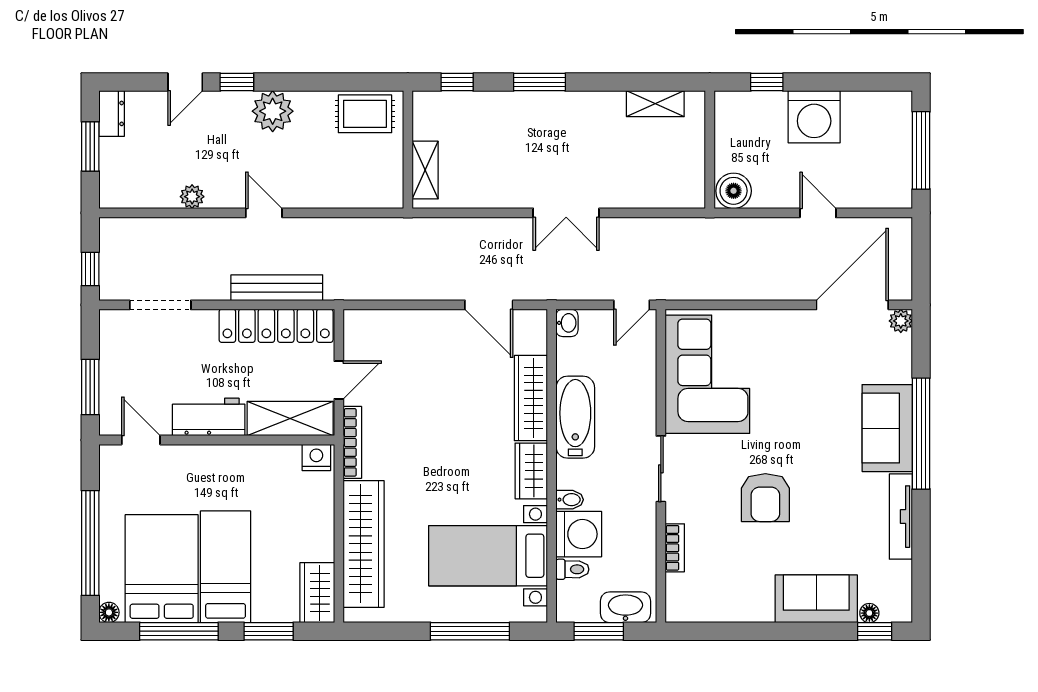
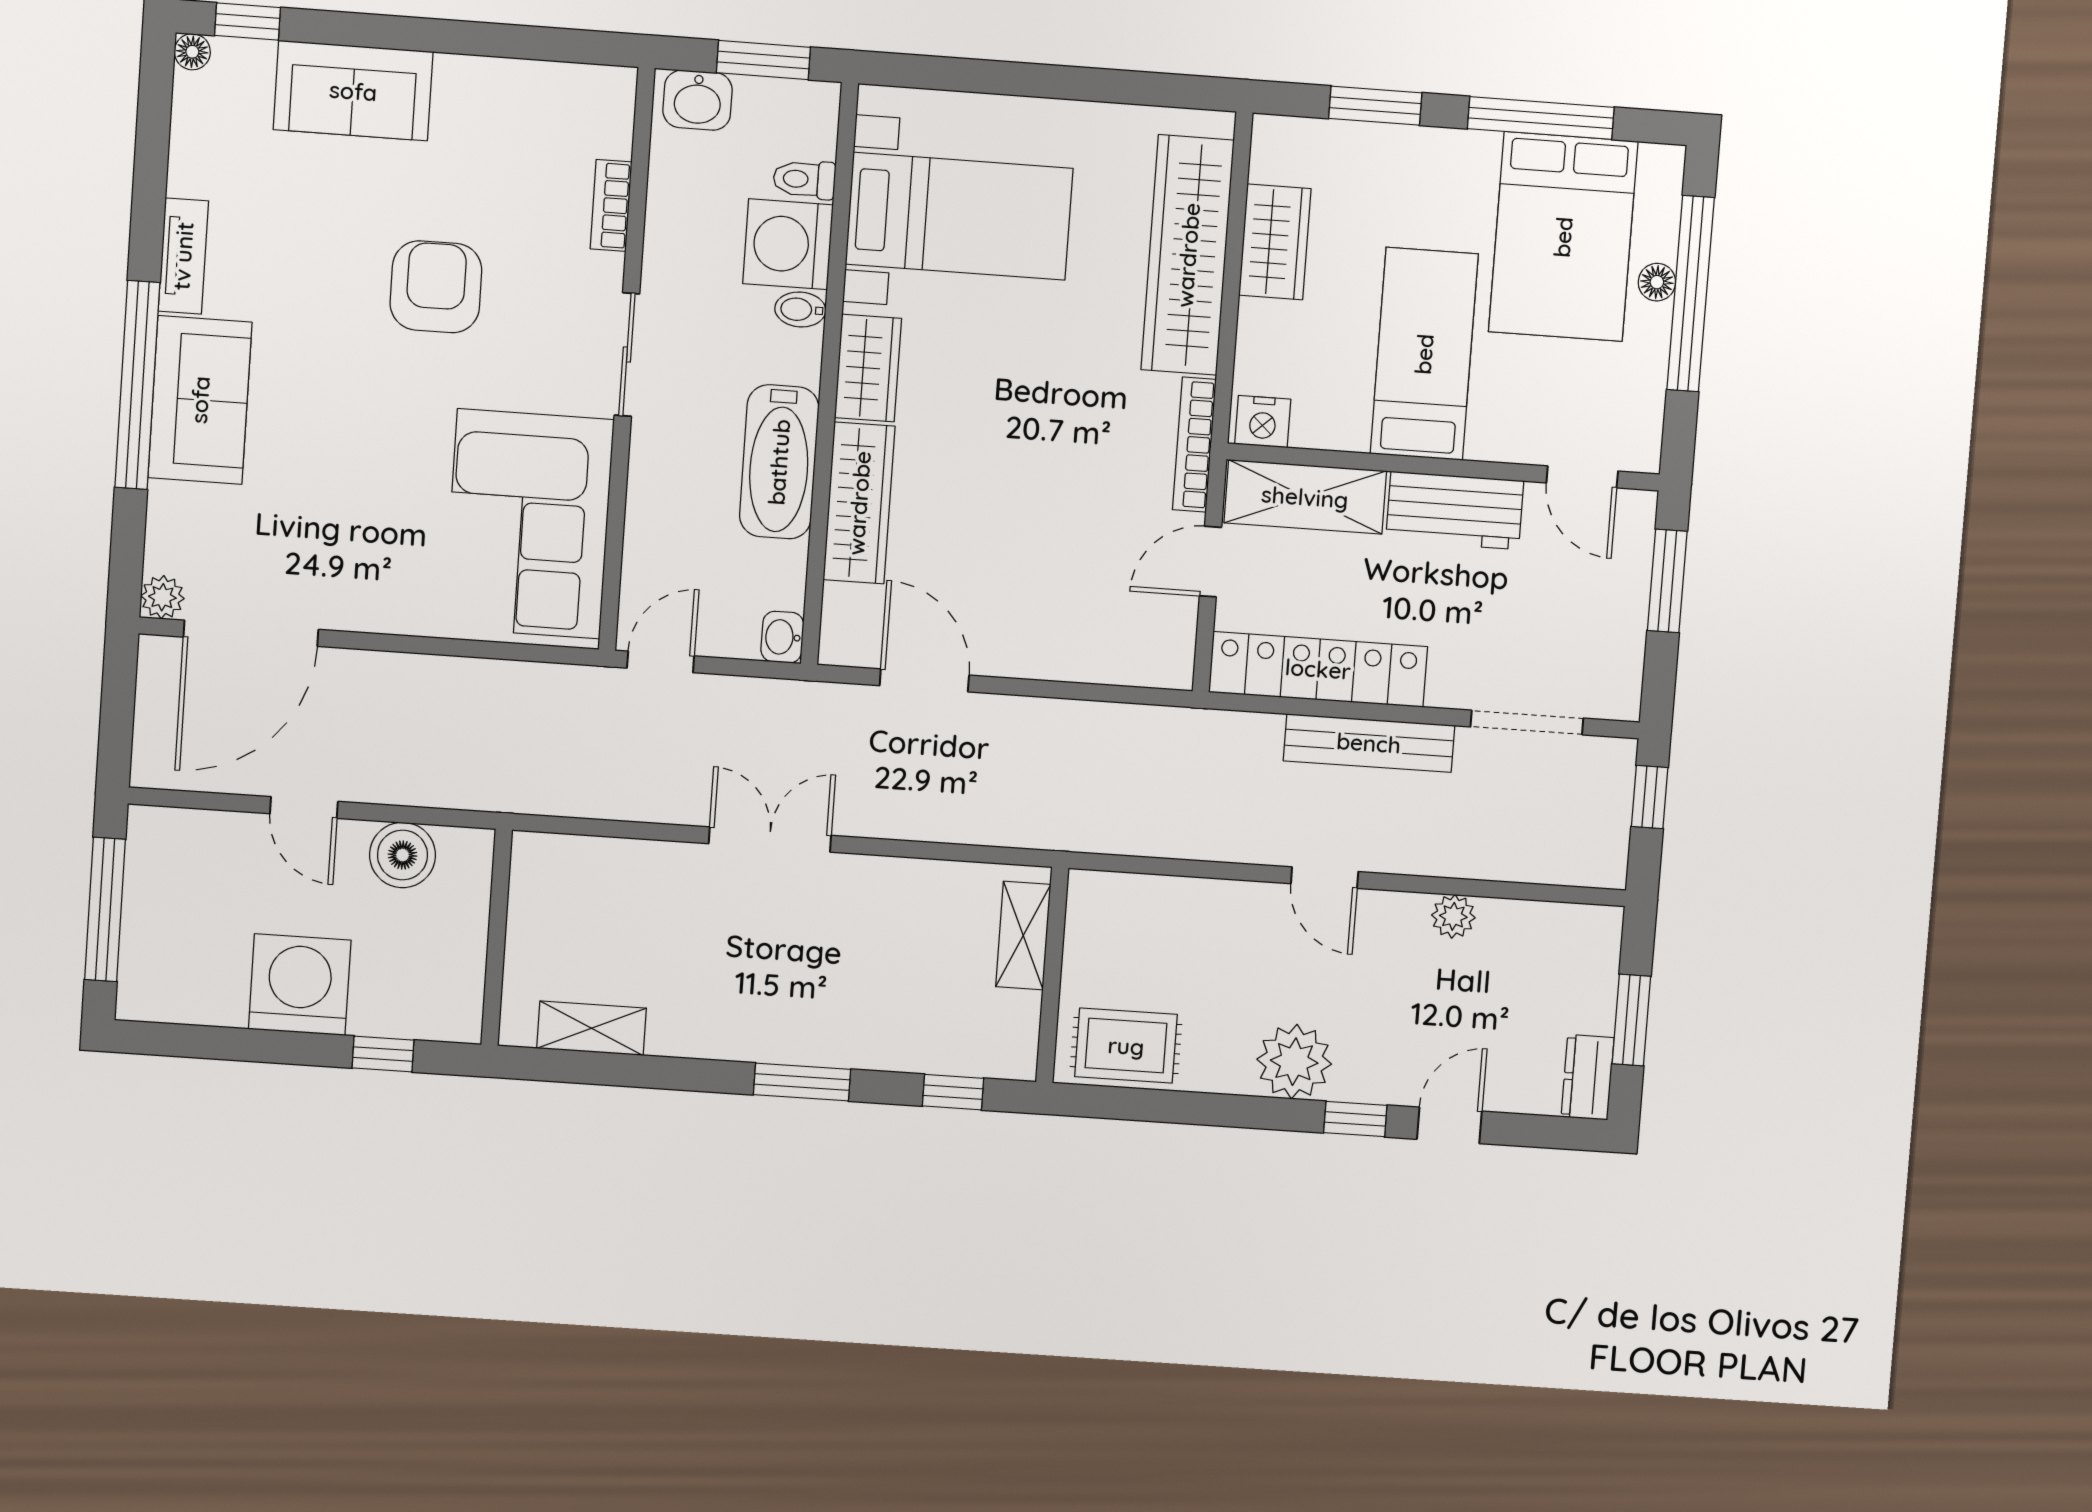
boiler: (734, 191) -> (403, 855), moved
bench: (277, 288) -> (1369, 743), moved
tv unit: (901, 517) -> (183, 256), width x0.71
bed: (226, 567) -> (1424, 354), moved, turned 180
wardrobe: (317, 593) -> (1275, 242), moved
washbasin: (625, 607) -> (698, 100), width x0.72
floor lamp: (109, 612) -> (1657, 282), moved
floor lamp: (869, 613) -> (192, 52), moved
window: (470, 631) -> (1003, 78), removed

